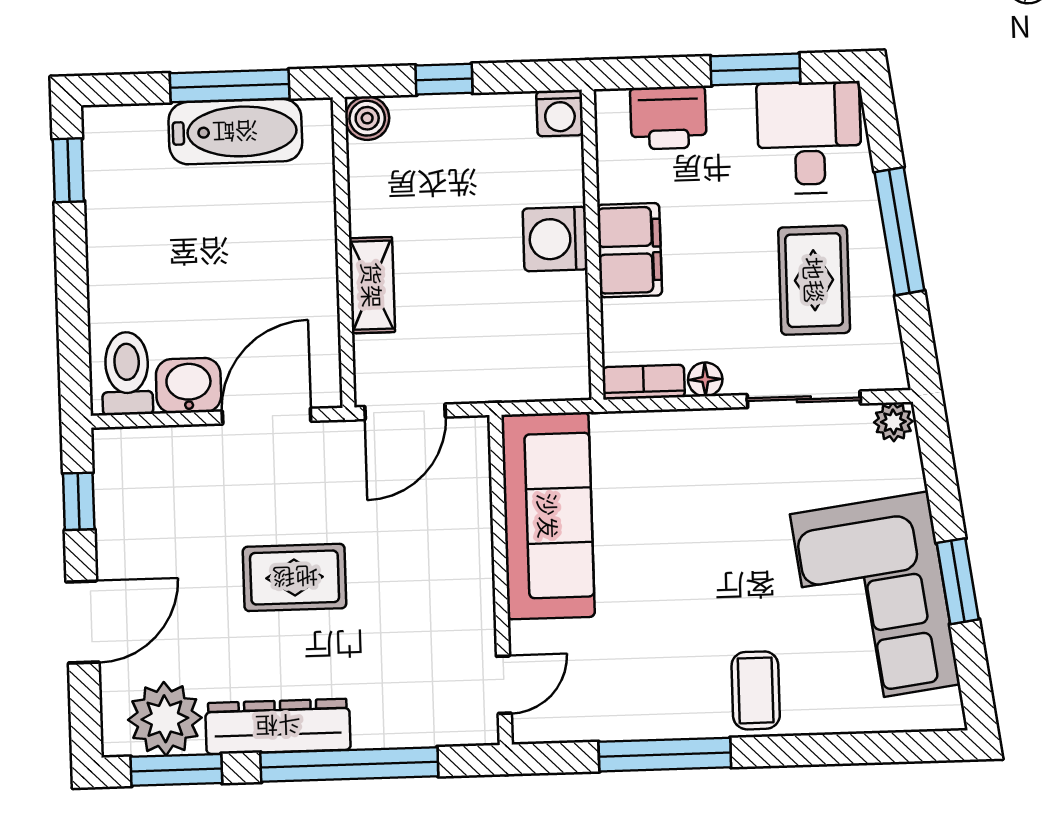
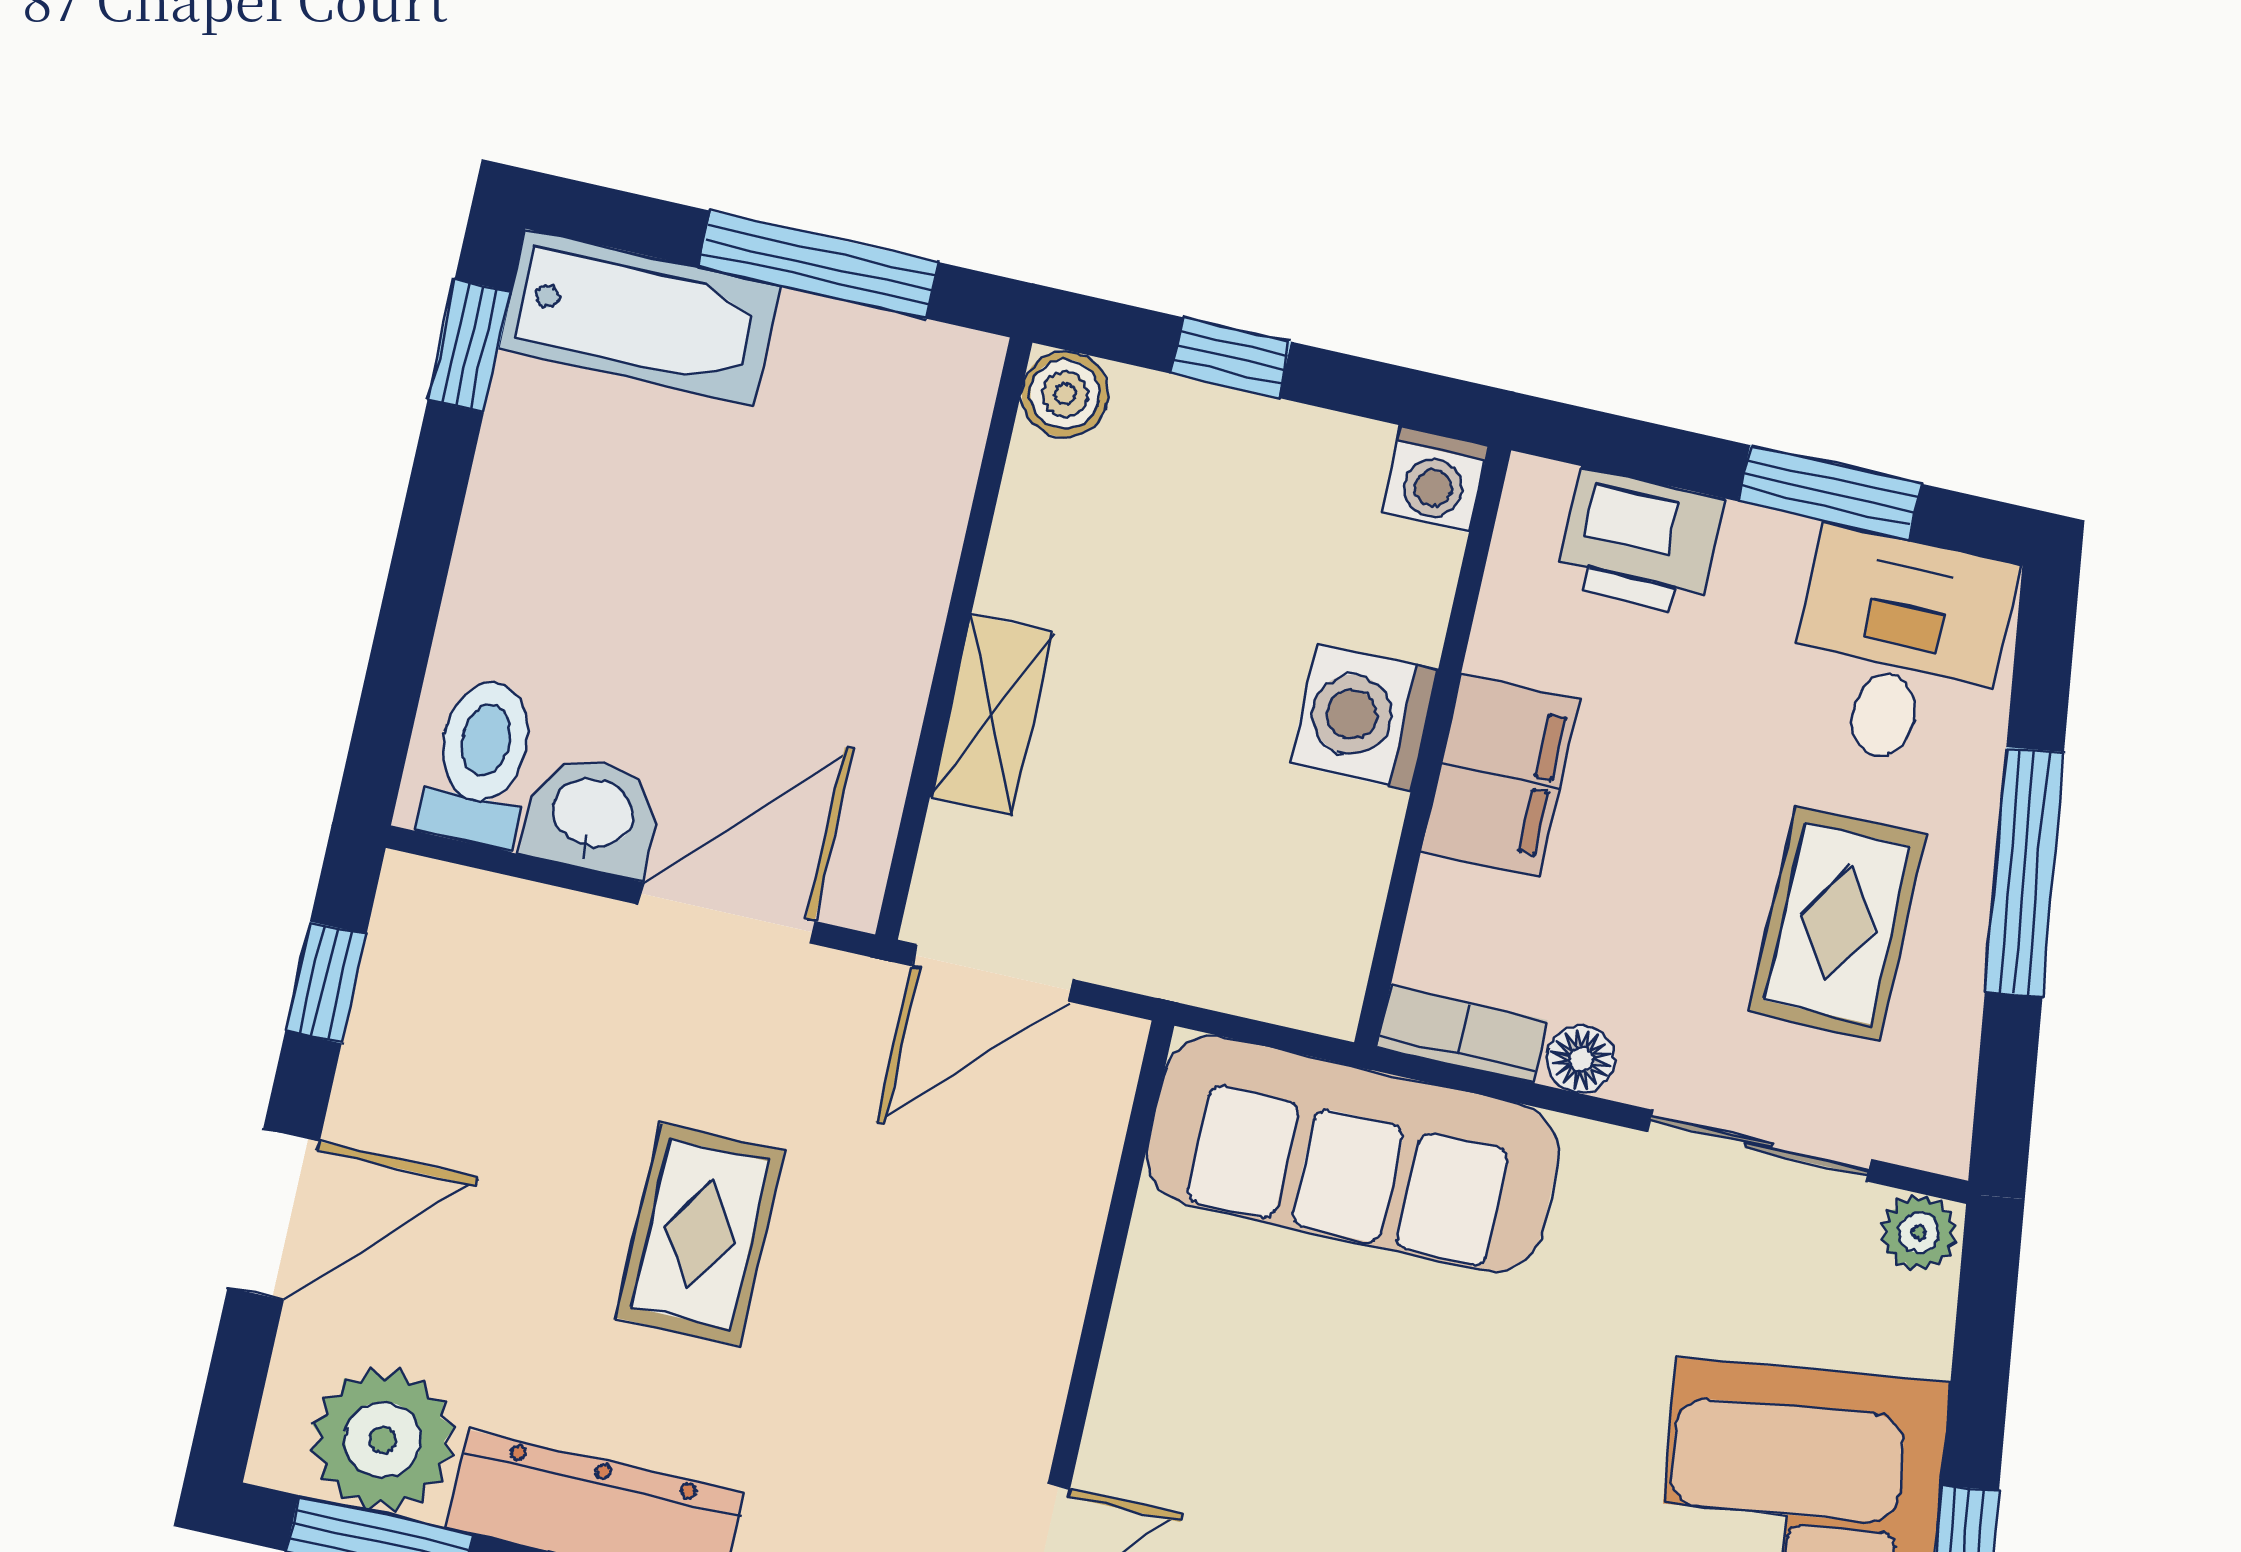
bathtub: (235, 132) -> (639, 317), moved
sofa: (548, 516) -> (1353, 1154), moved, turned 90
rug: (295, 577) -> (700, 1234), turned 90

